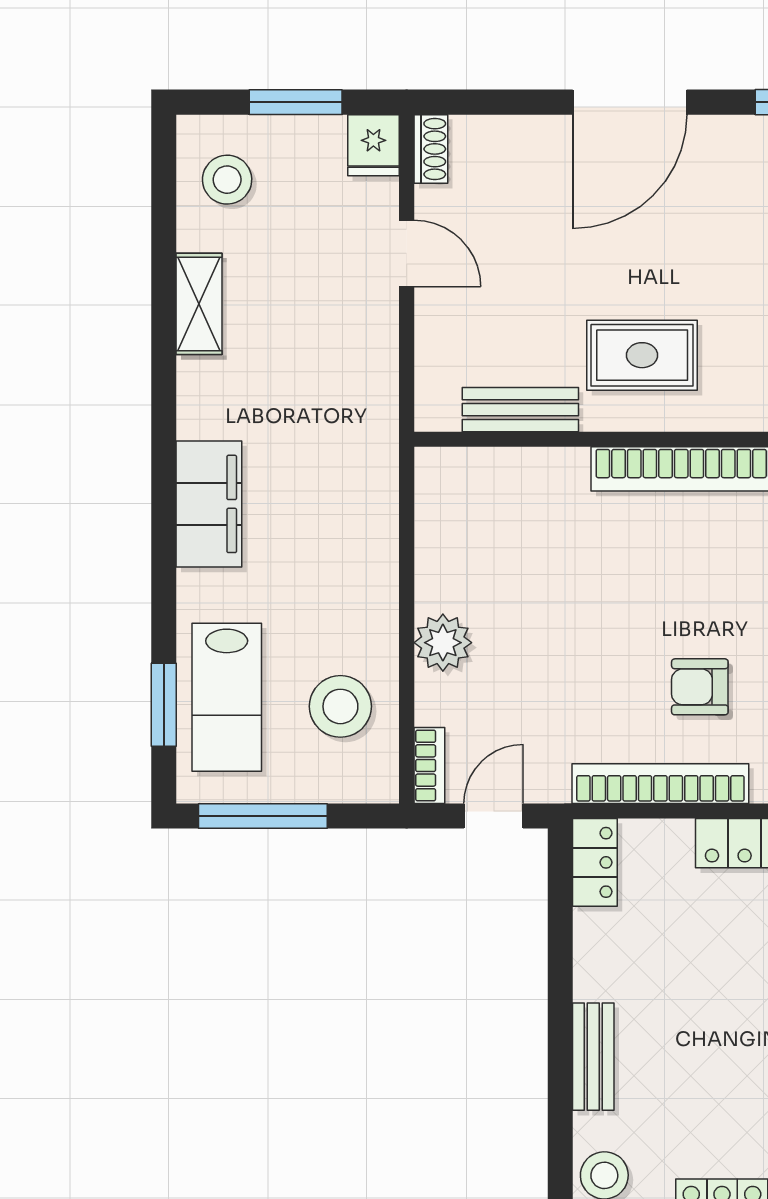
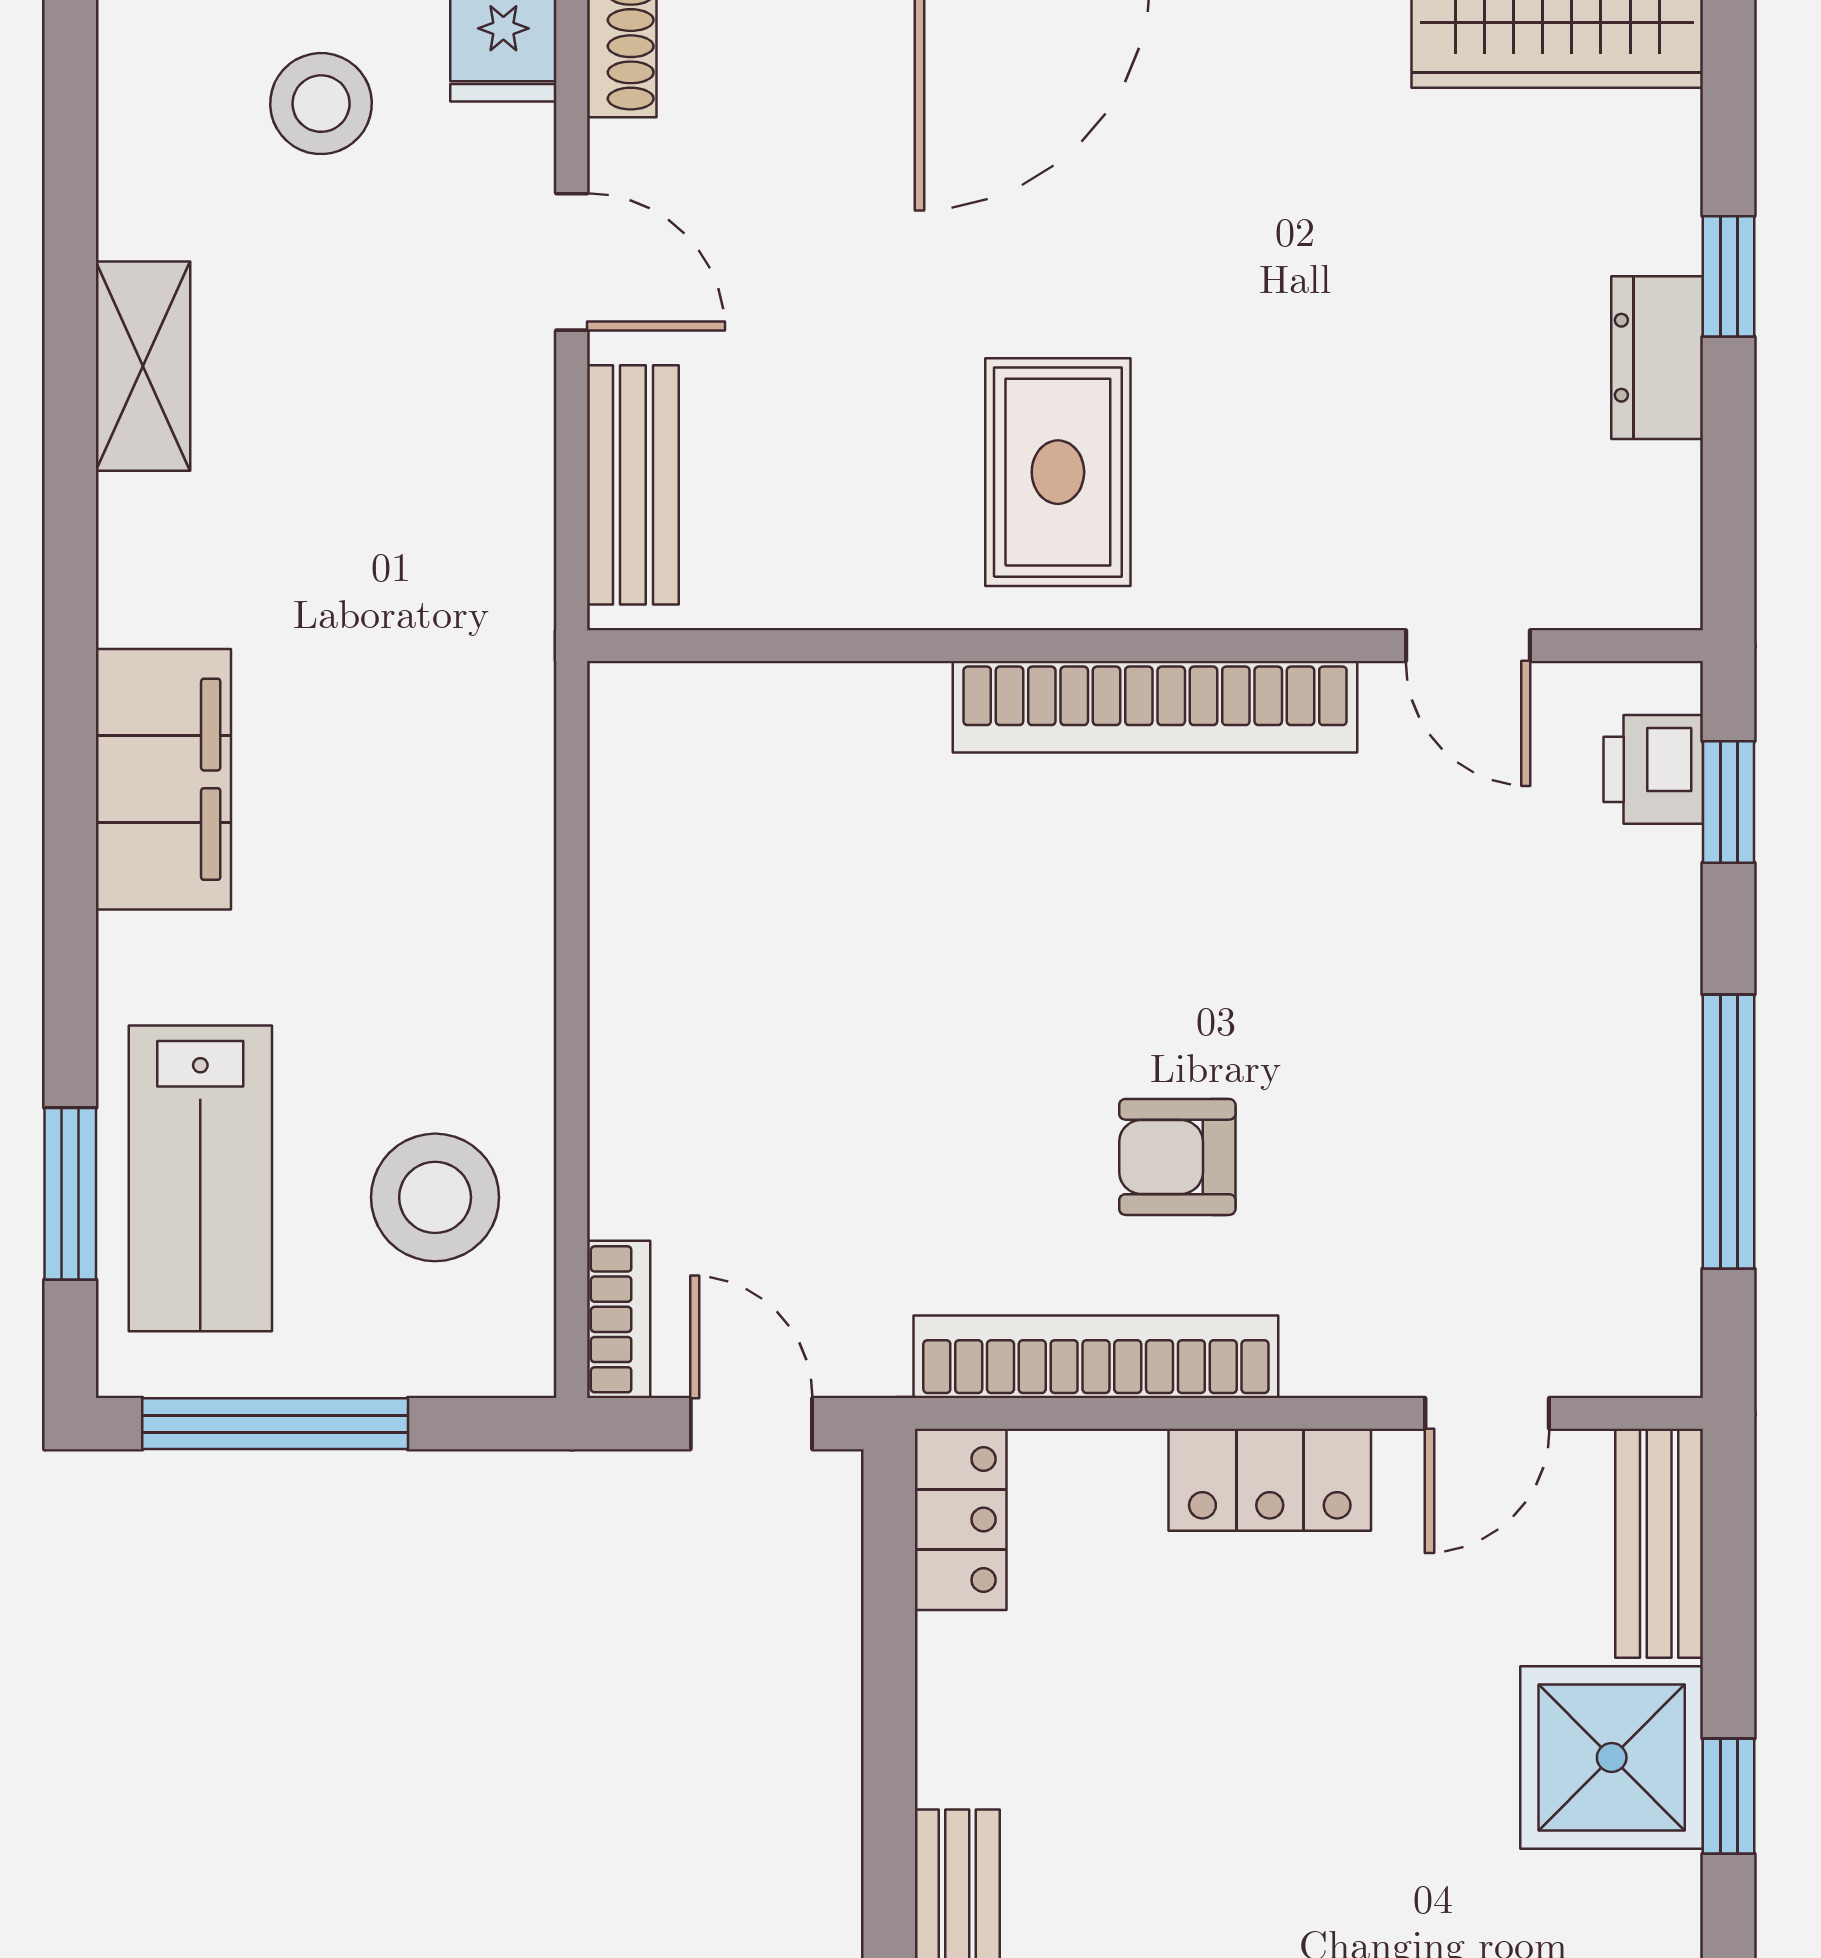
stool: (227, 180) -> (321, 104), moved
rug: (642, 355) -> (1058, 472), turned 90
bench: (520, 410) -> (633, 485), moved, turned 90
plant: (443, 643) -> (647, 1065), removed
door: (494, 816) -> (751, 1424), hinge flipped

